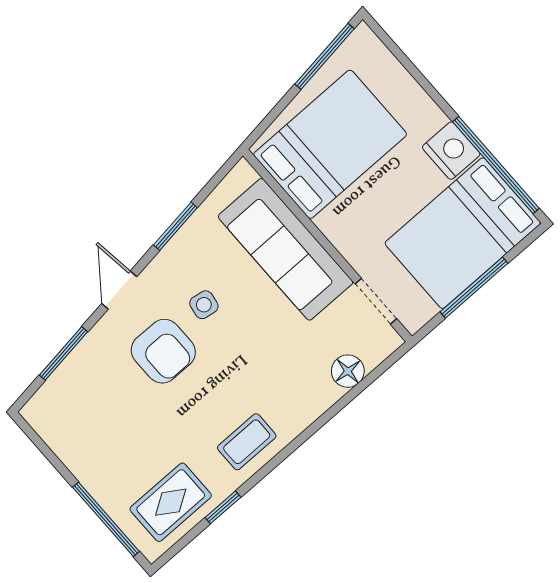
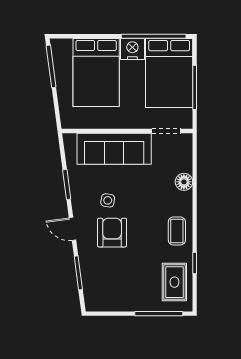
bed: (330, 144) -> (96, 72), moved, turned 180
armchair: (163, 351) -> (112, 233), turned -90
floor lamp: (348, 371) -> (184, 182), moved

